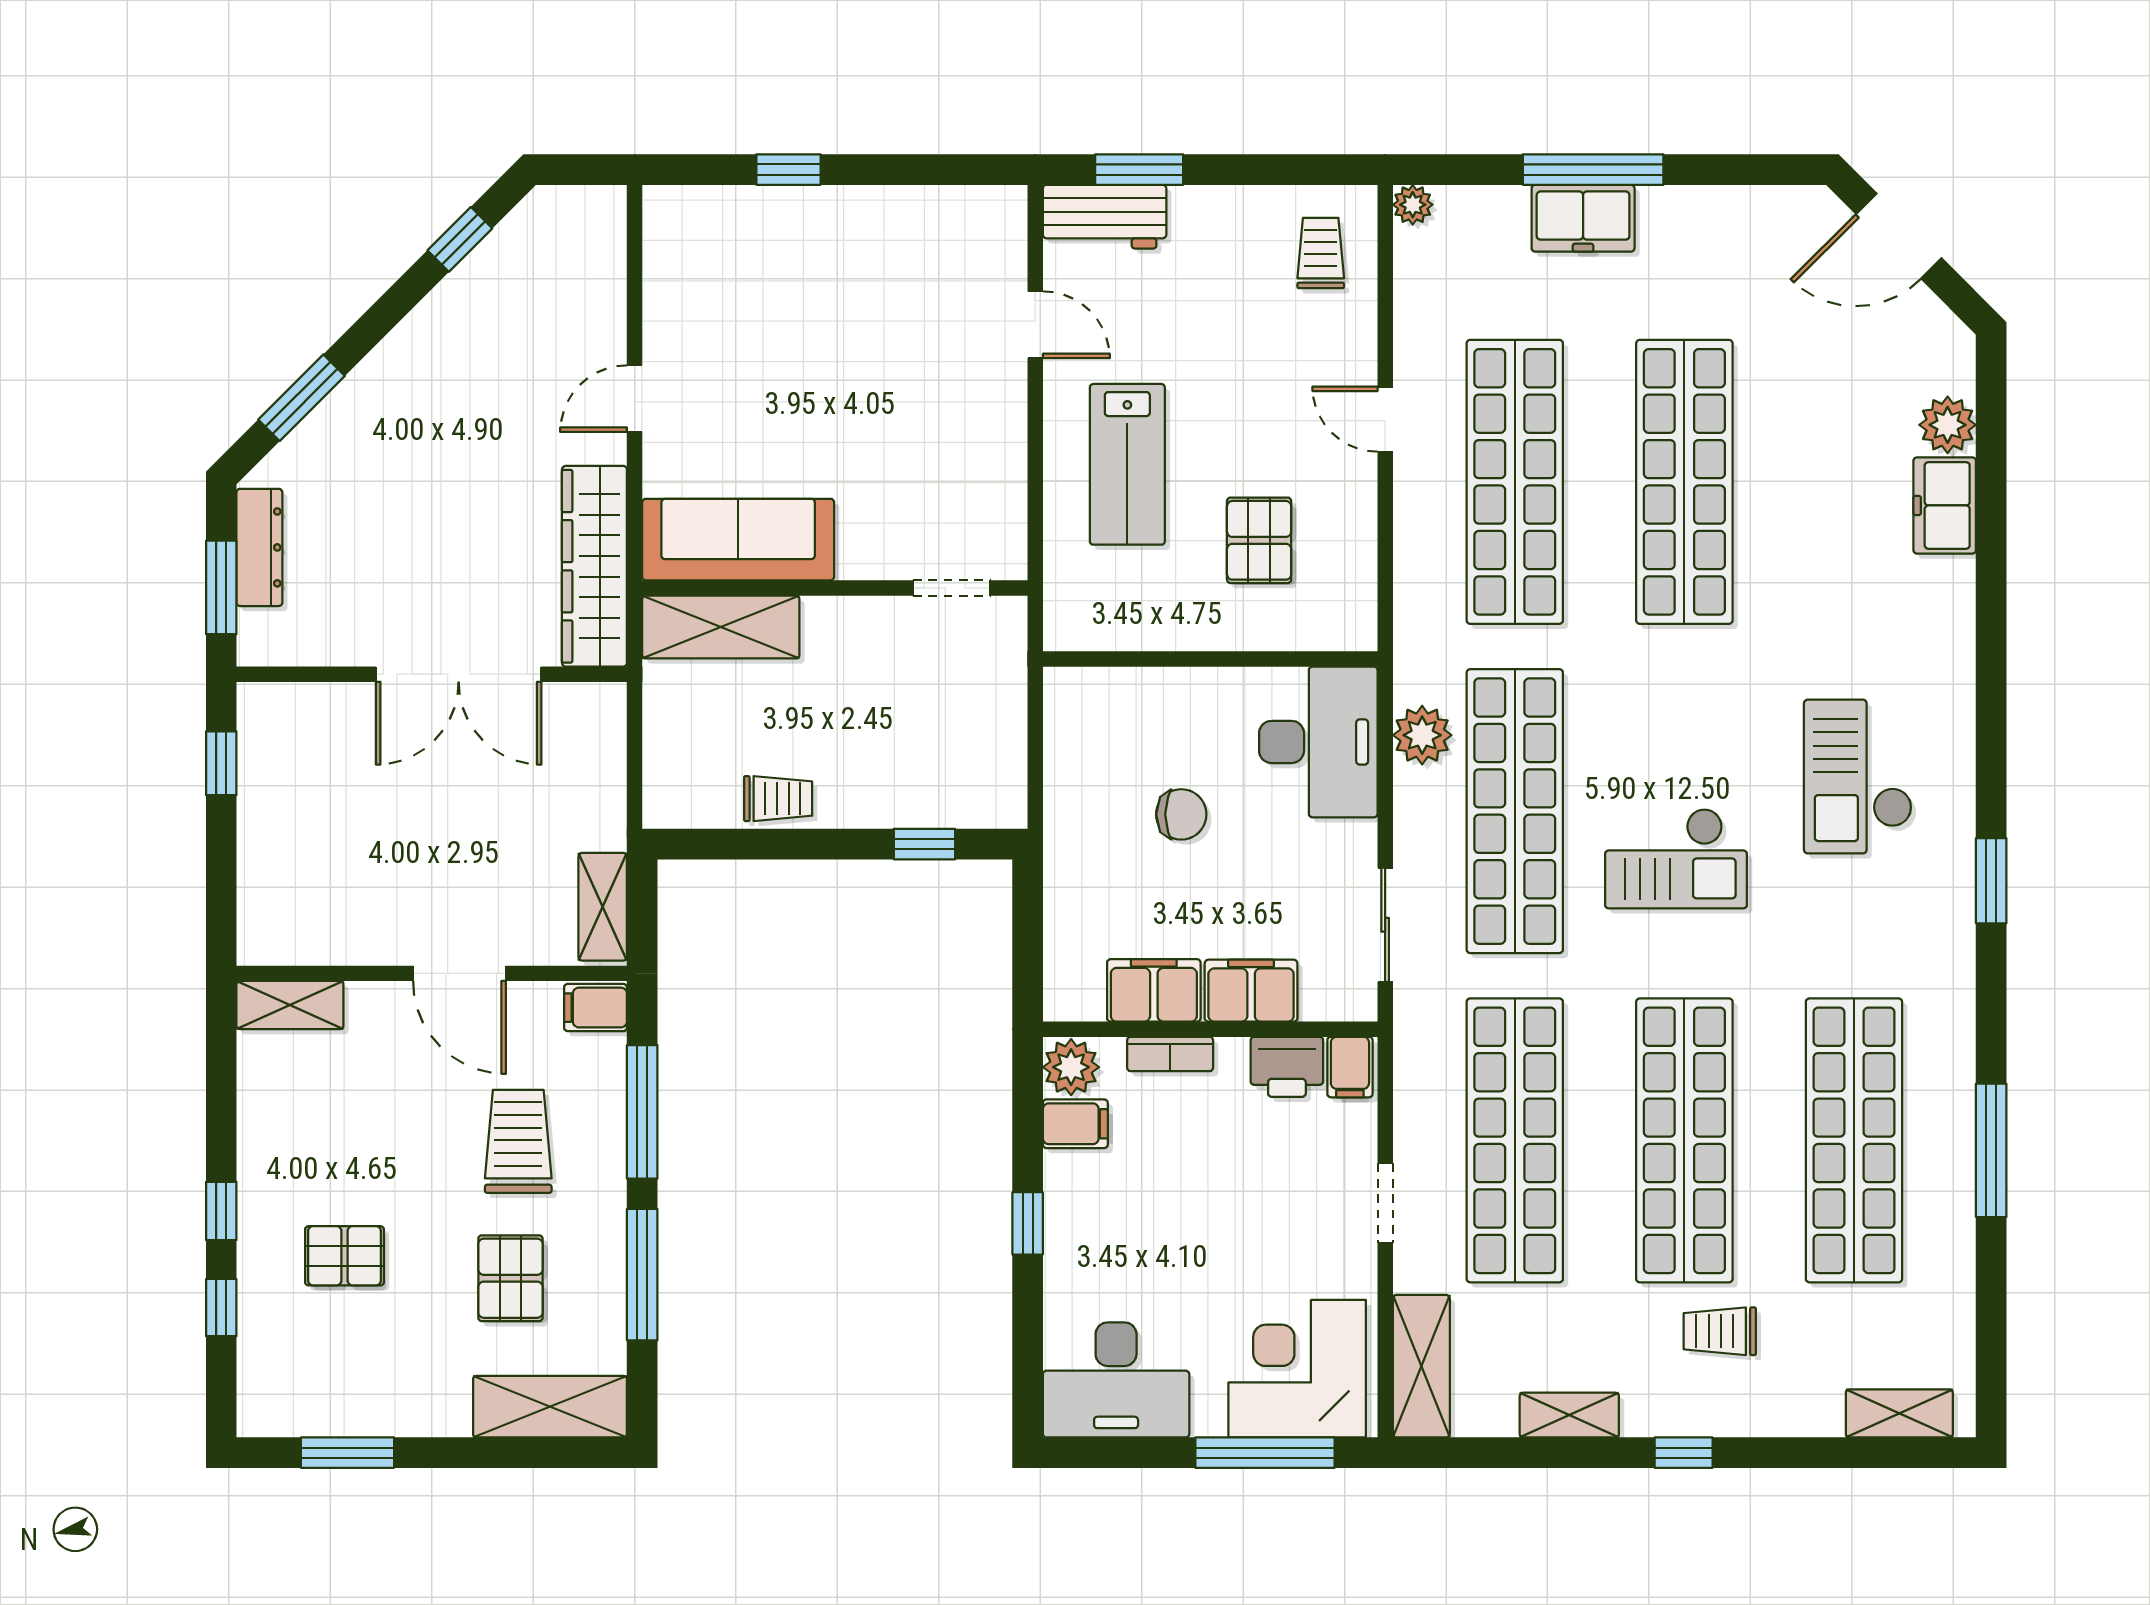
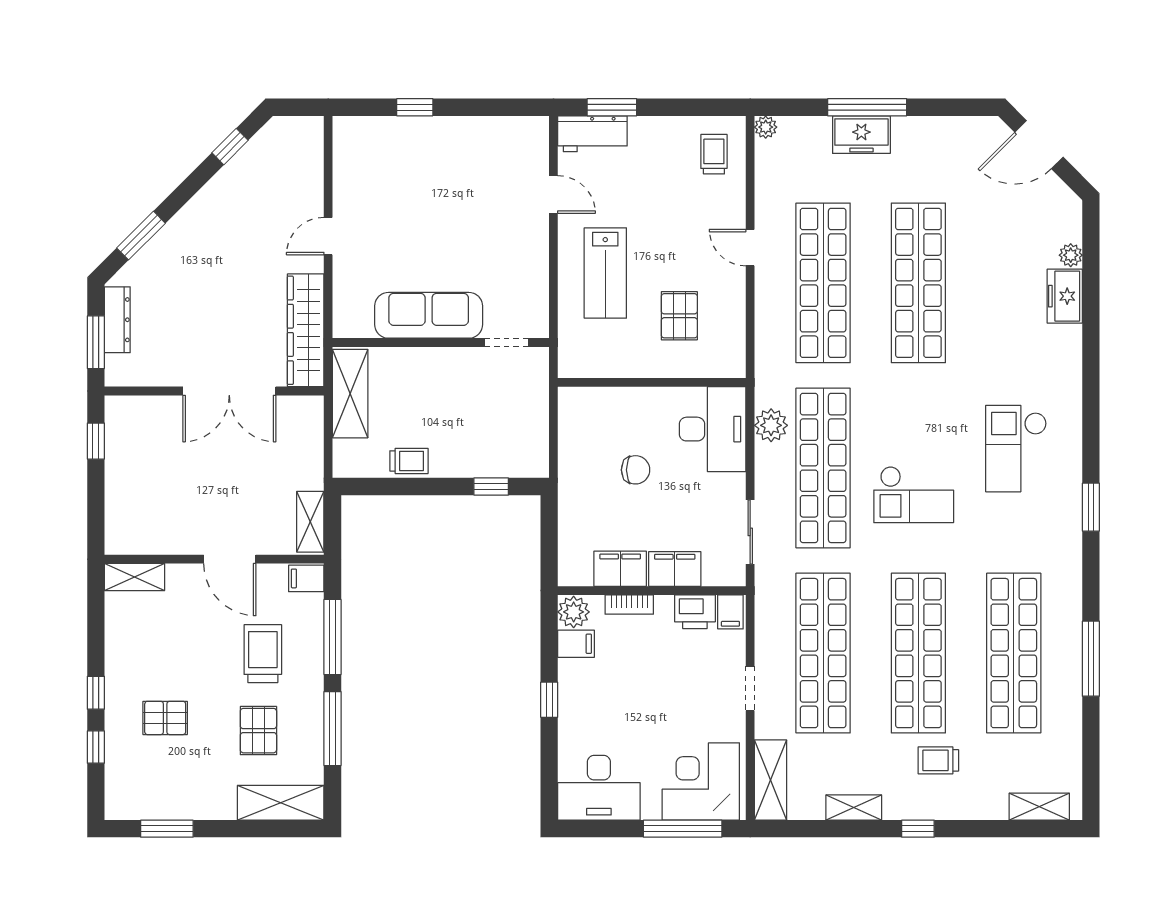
plant: (1948, 425) -> (1071, 255), width x0.73, depth x0.73
sofa: (738, 540) -> (429, 315), moved
shelving: (721, 627) -> (350, 394), moved, turned 90

